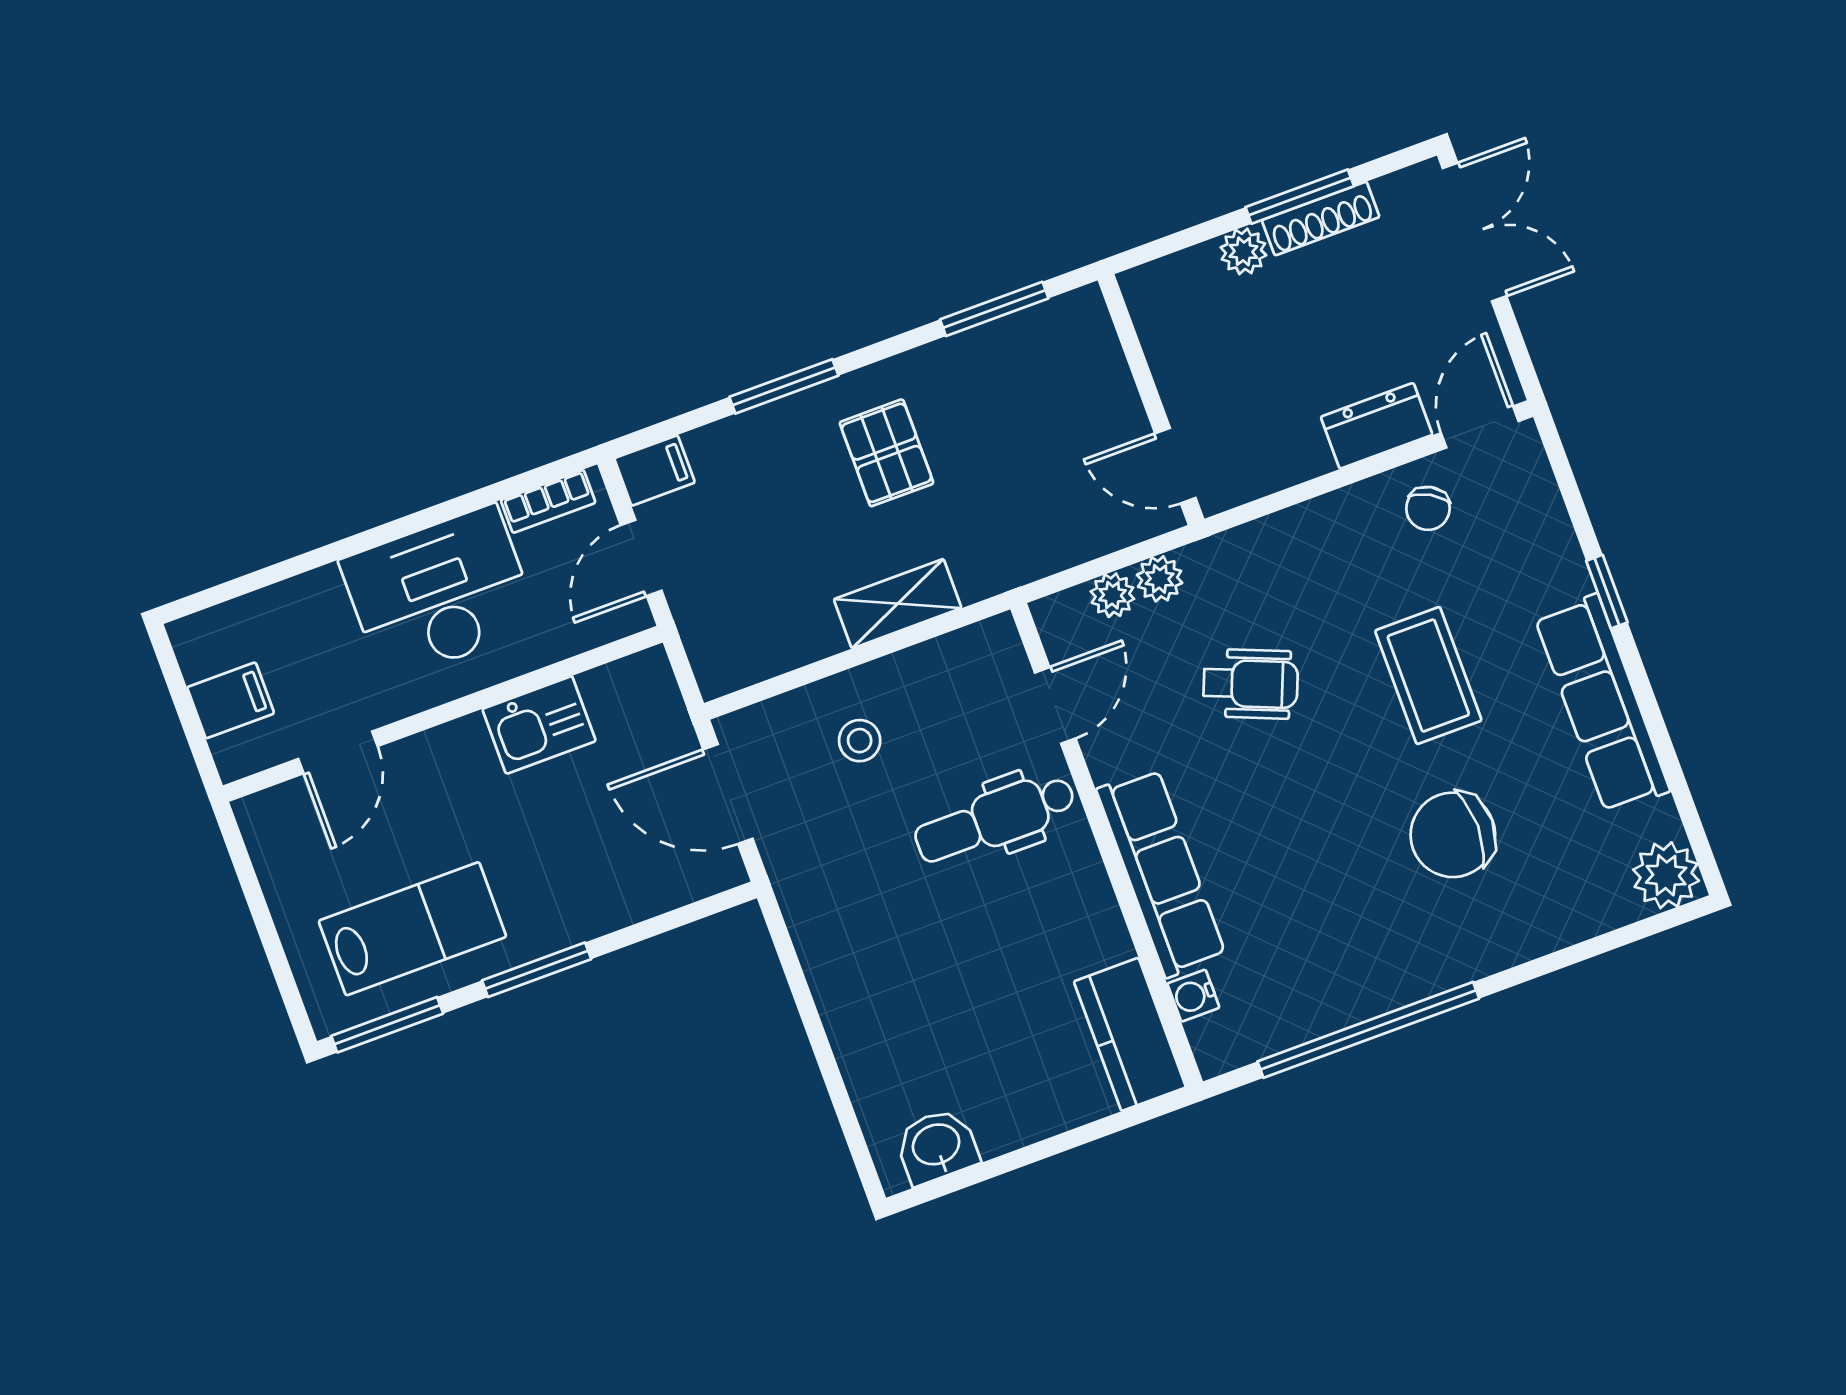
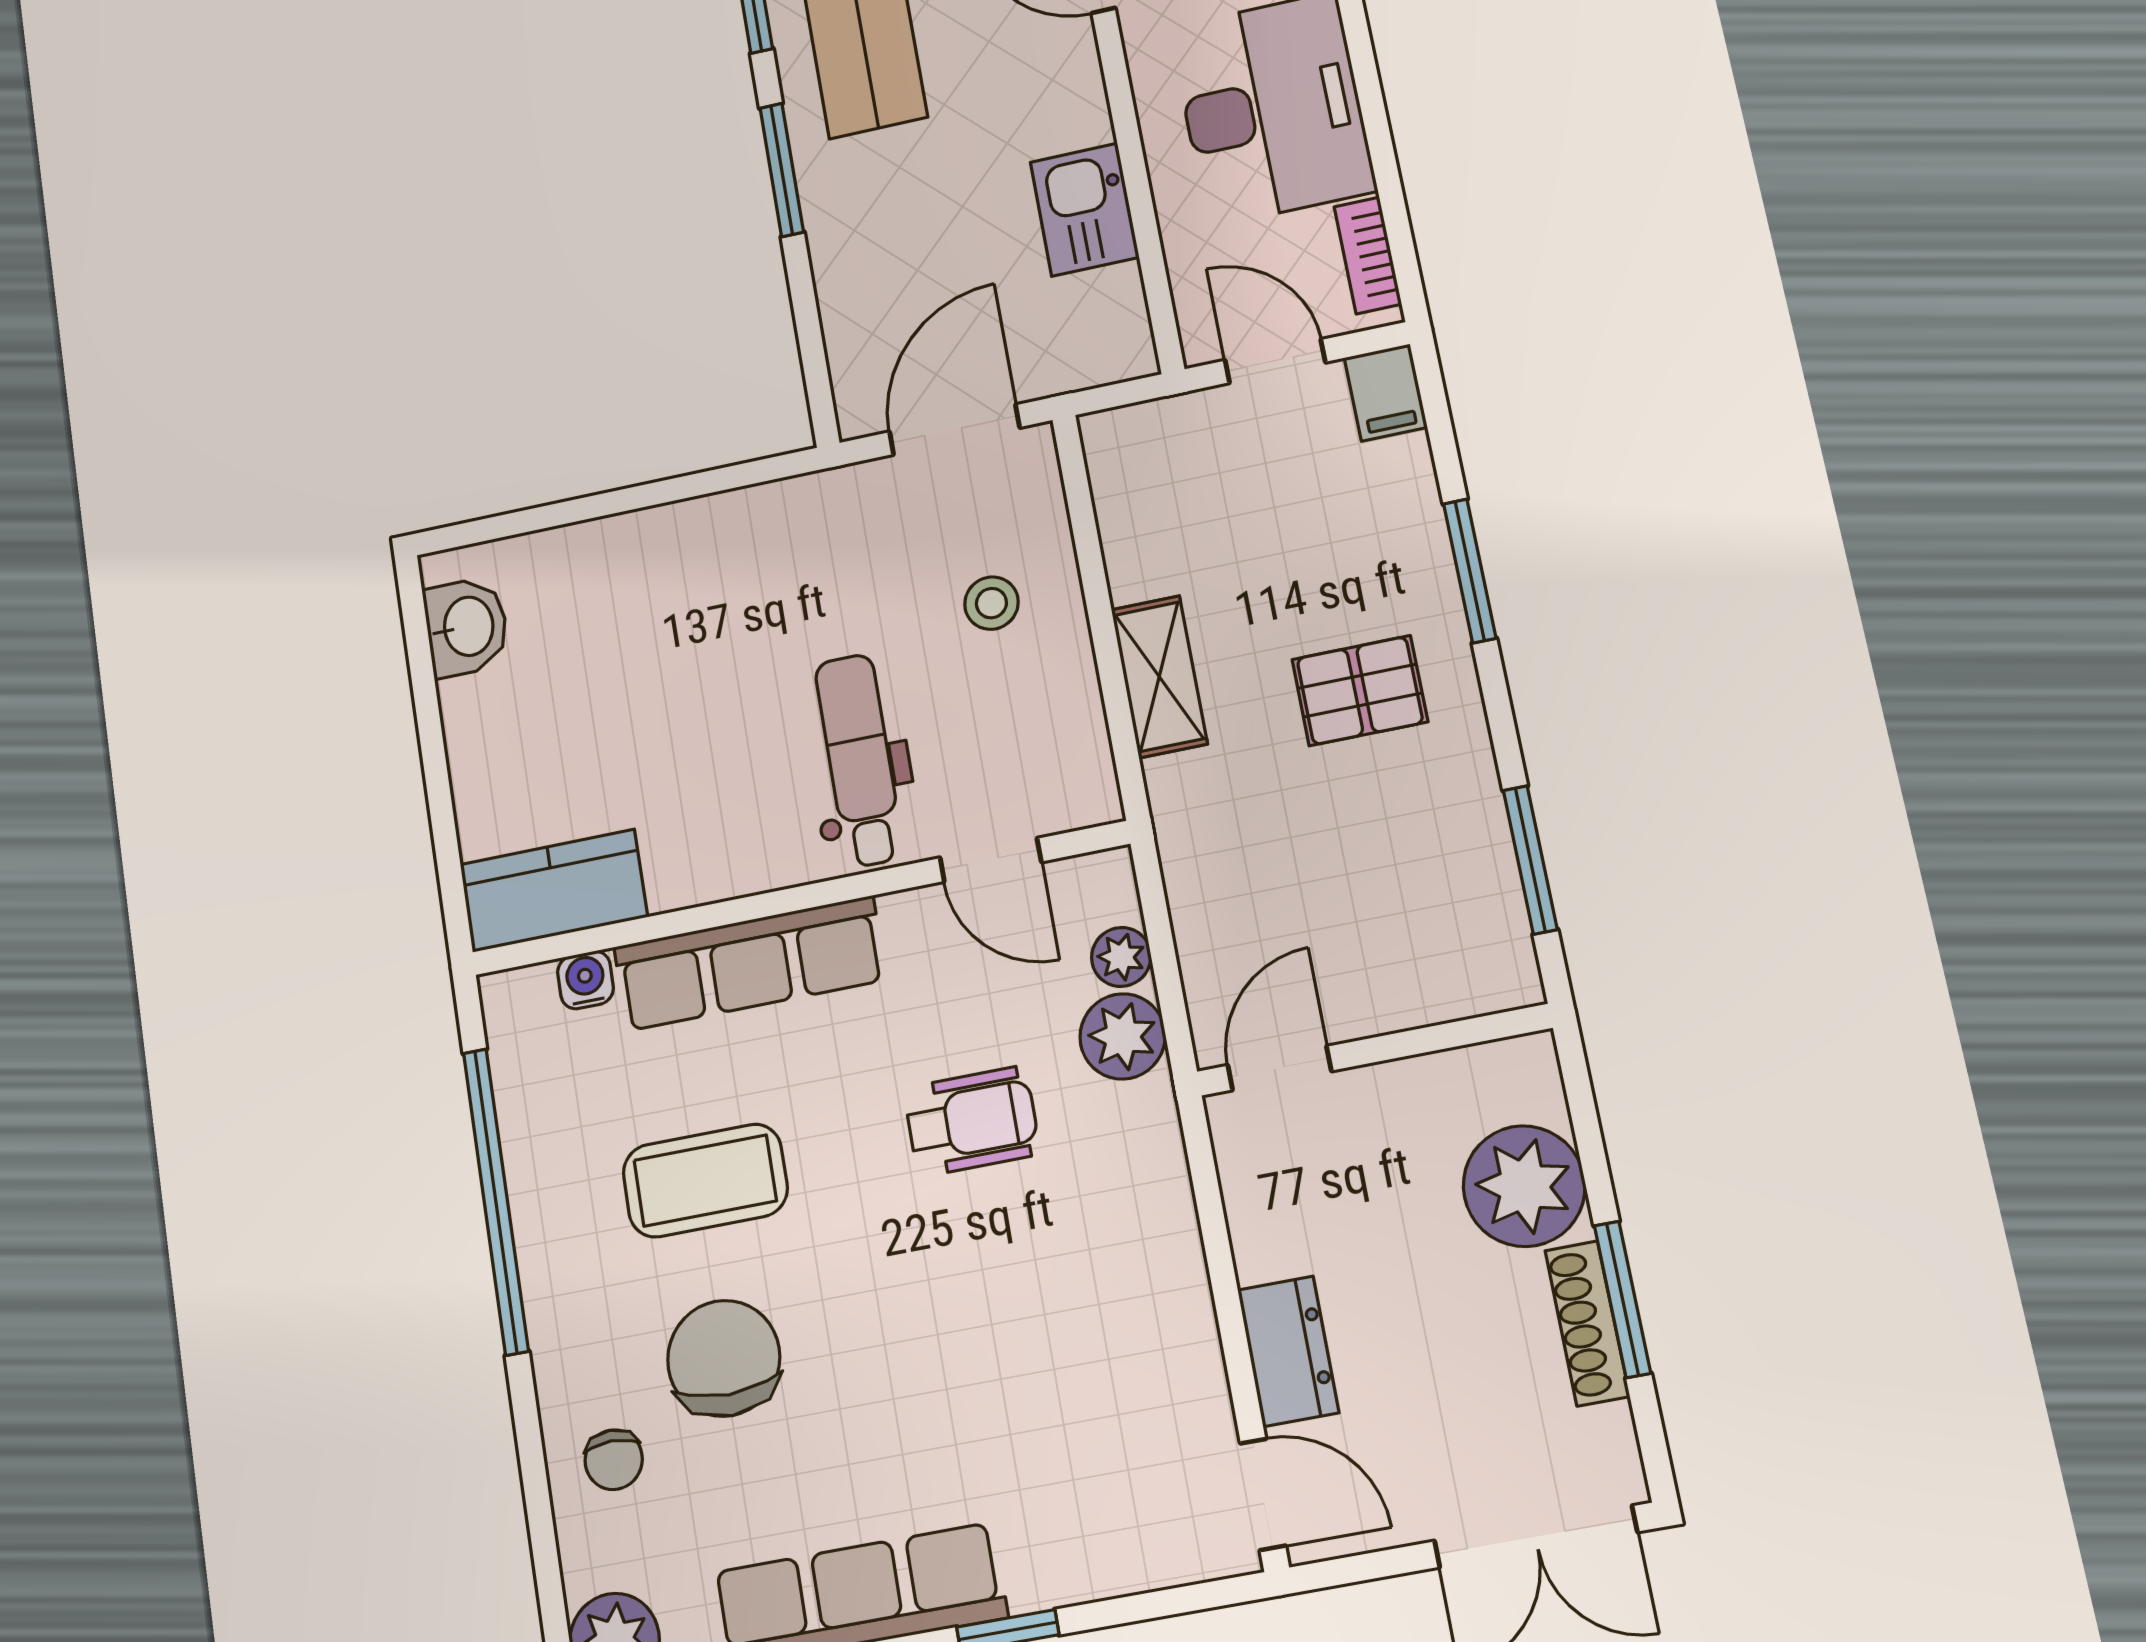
plant: (1243, 251) -> (1524, 1186), width x1.88, depth x1.88
chair: (1428, 508) -> (614, 1460), moved, turned -119
plant: (1160, 579) -> (1123, 1036), width x1.38, depth x1.38
coffee table: (1428, 676) -> (705, 1181), moved
wheelchair: (1251, 684) -> (972, 1121), turned -112

